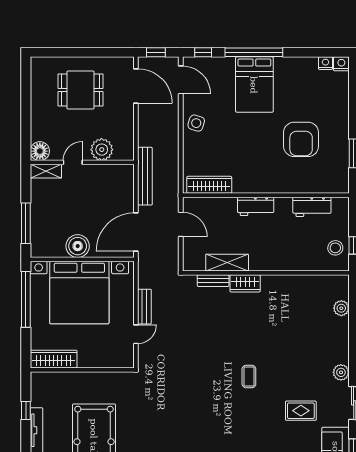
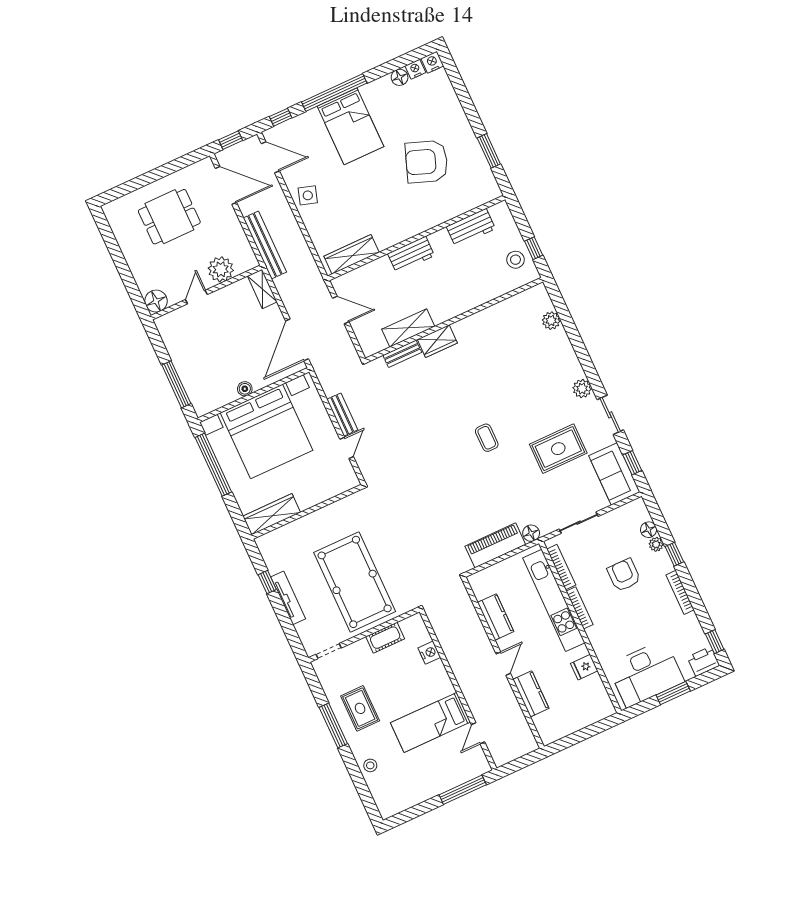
floor lamp: (310, 64) -> (400, 77), added
armchair: (301, 139) -> (426, 162), turned 110
shelving: (46, 171) -> (262, 289), moved, turned 90
bench: (145, 176) -> (265, 245), moved
boiler: (78, 246) -> (245, 389), width x0.54, depth x0.54
rug: (301, 411) -> (558, 449), width x1.36, depth x1.43

